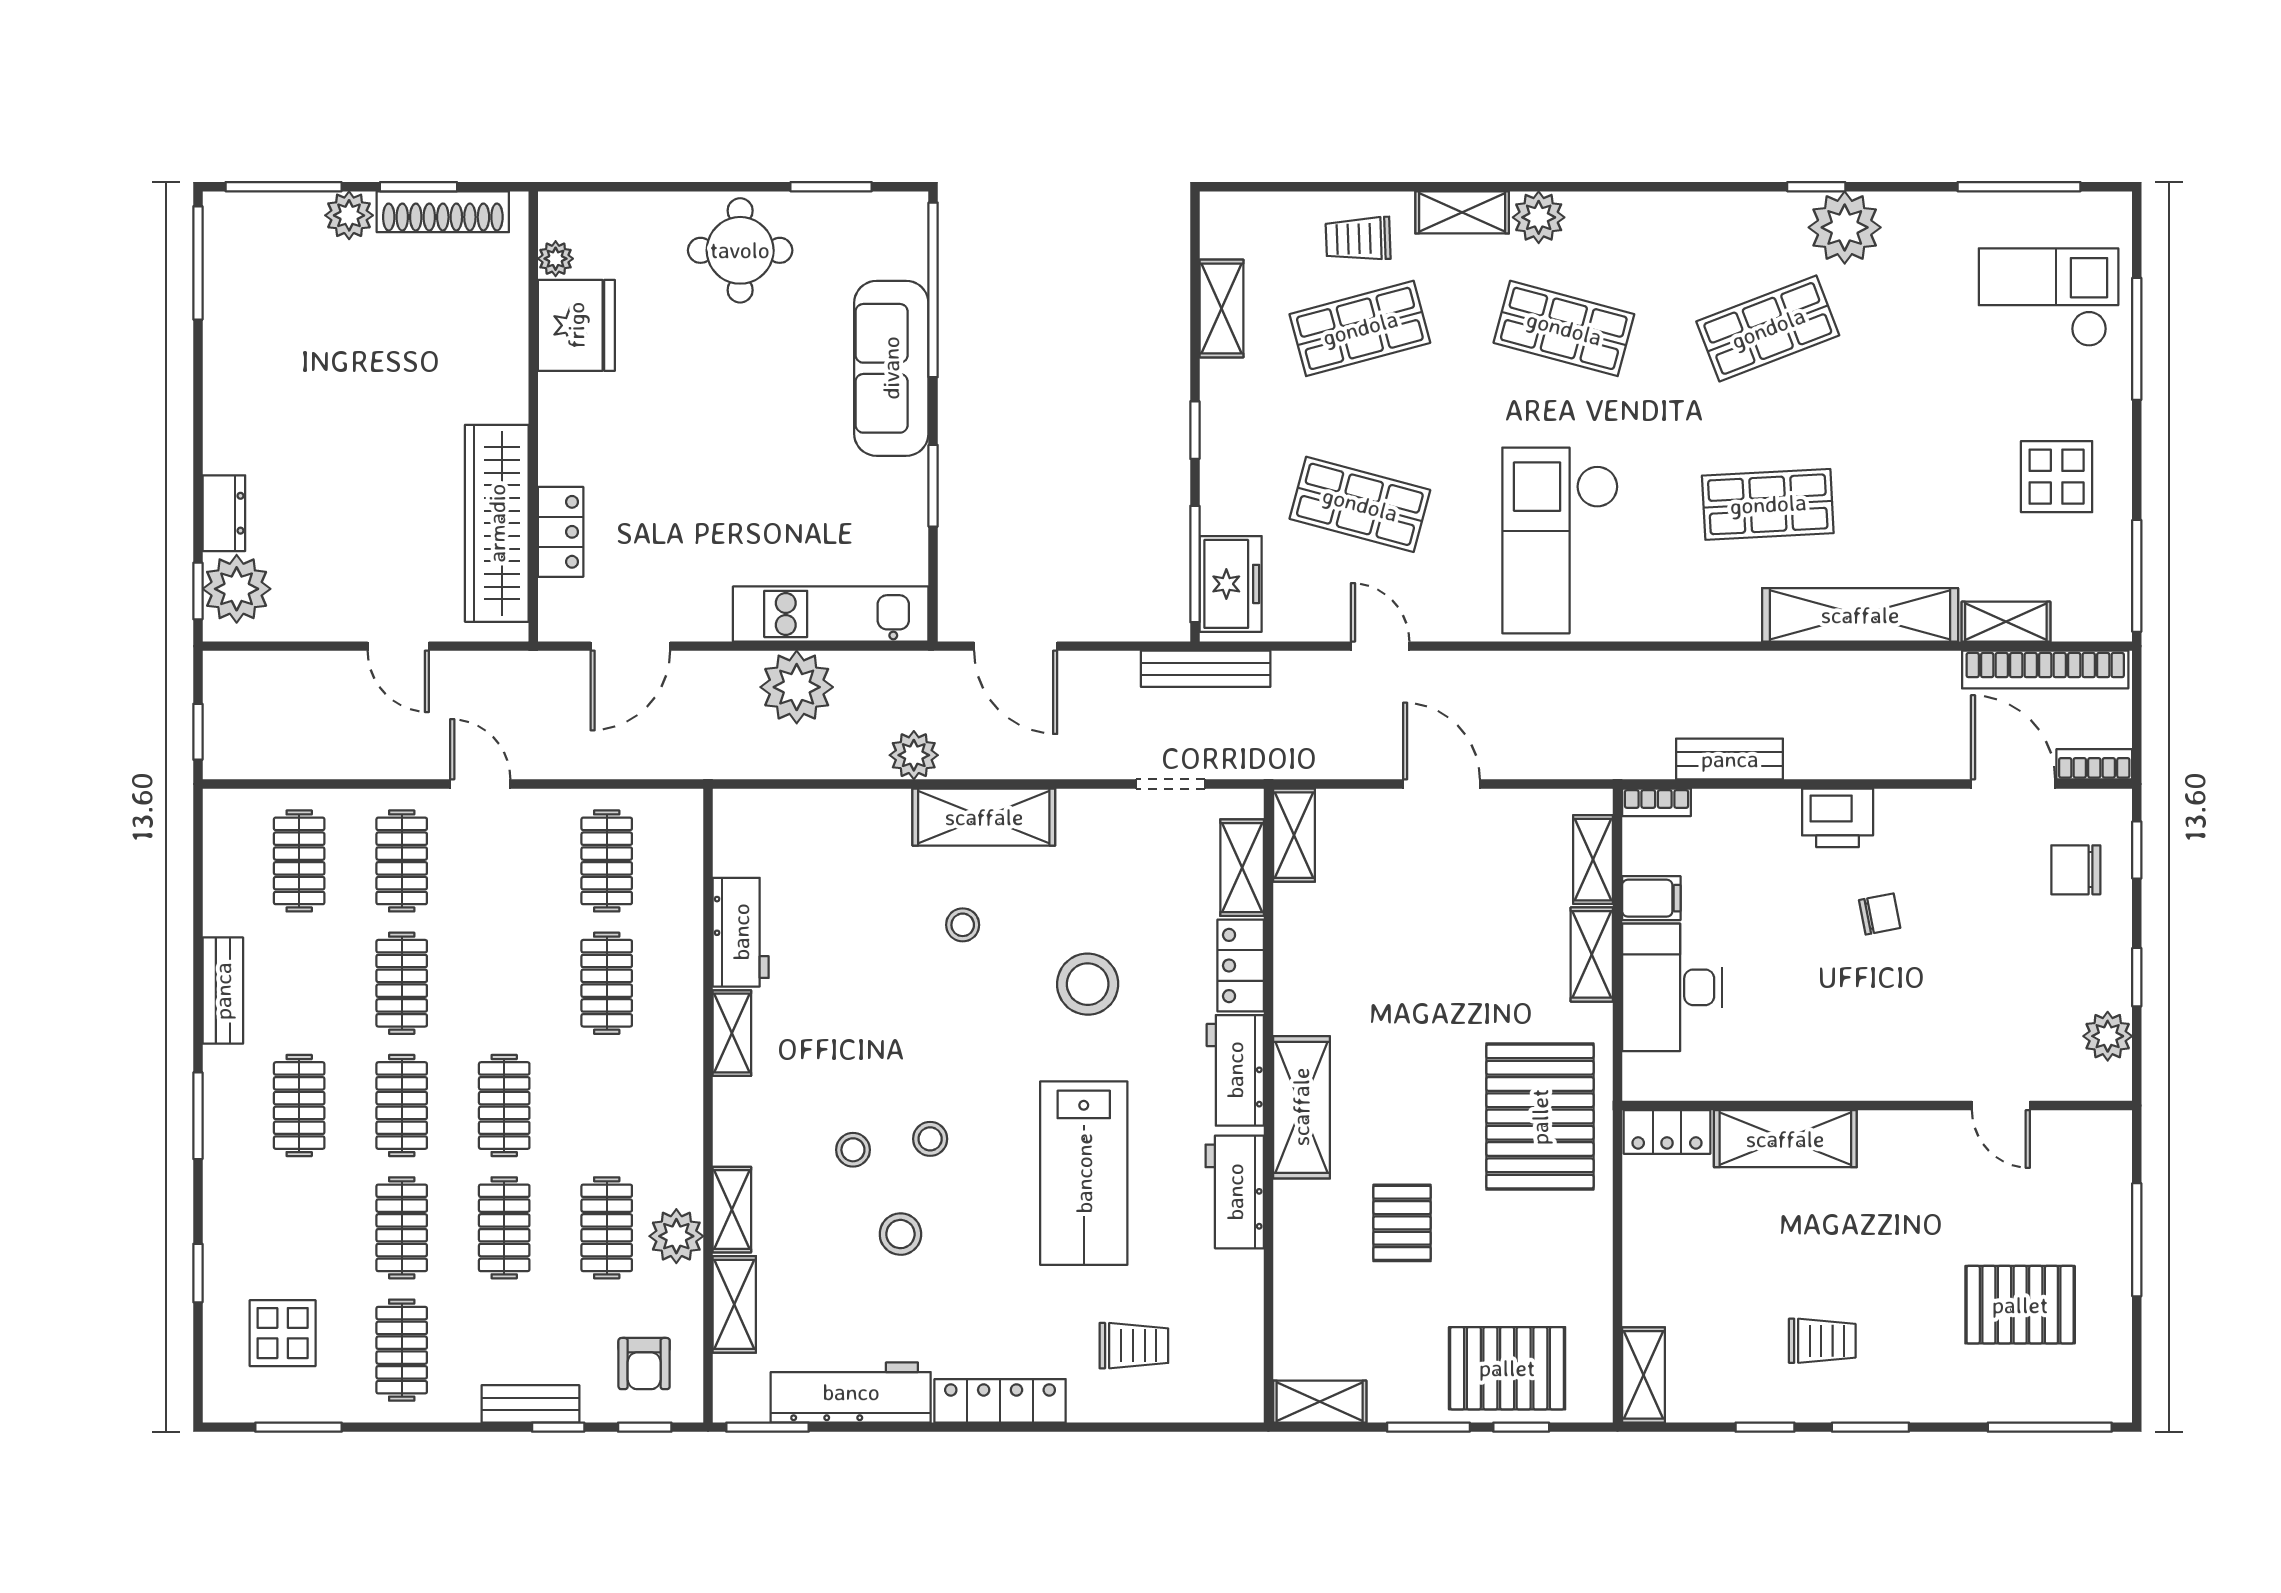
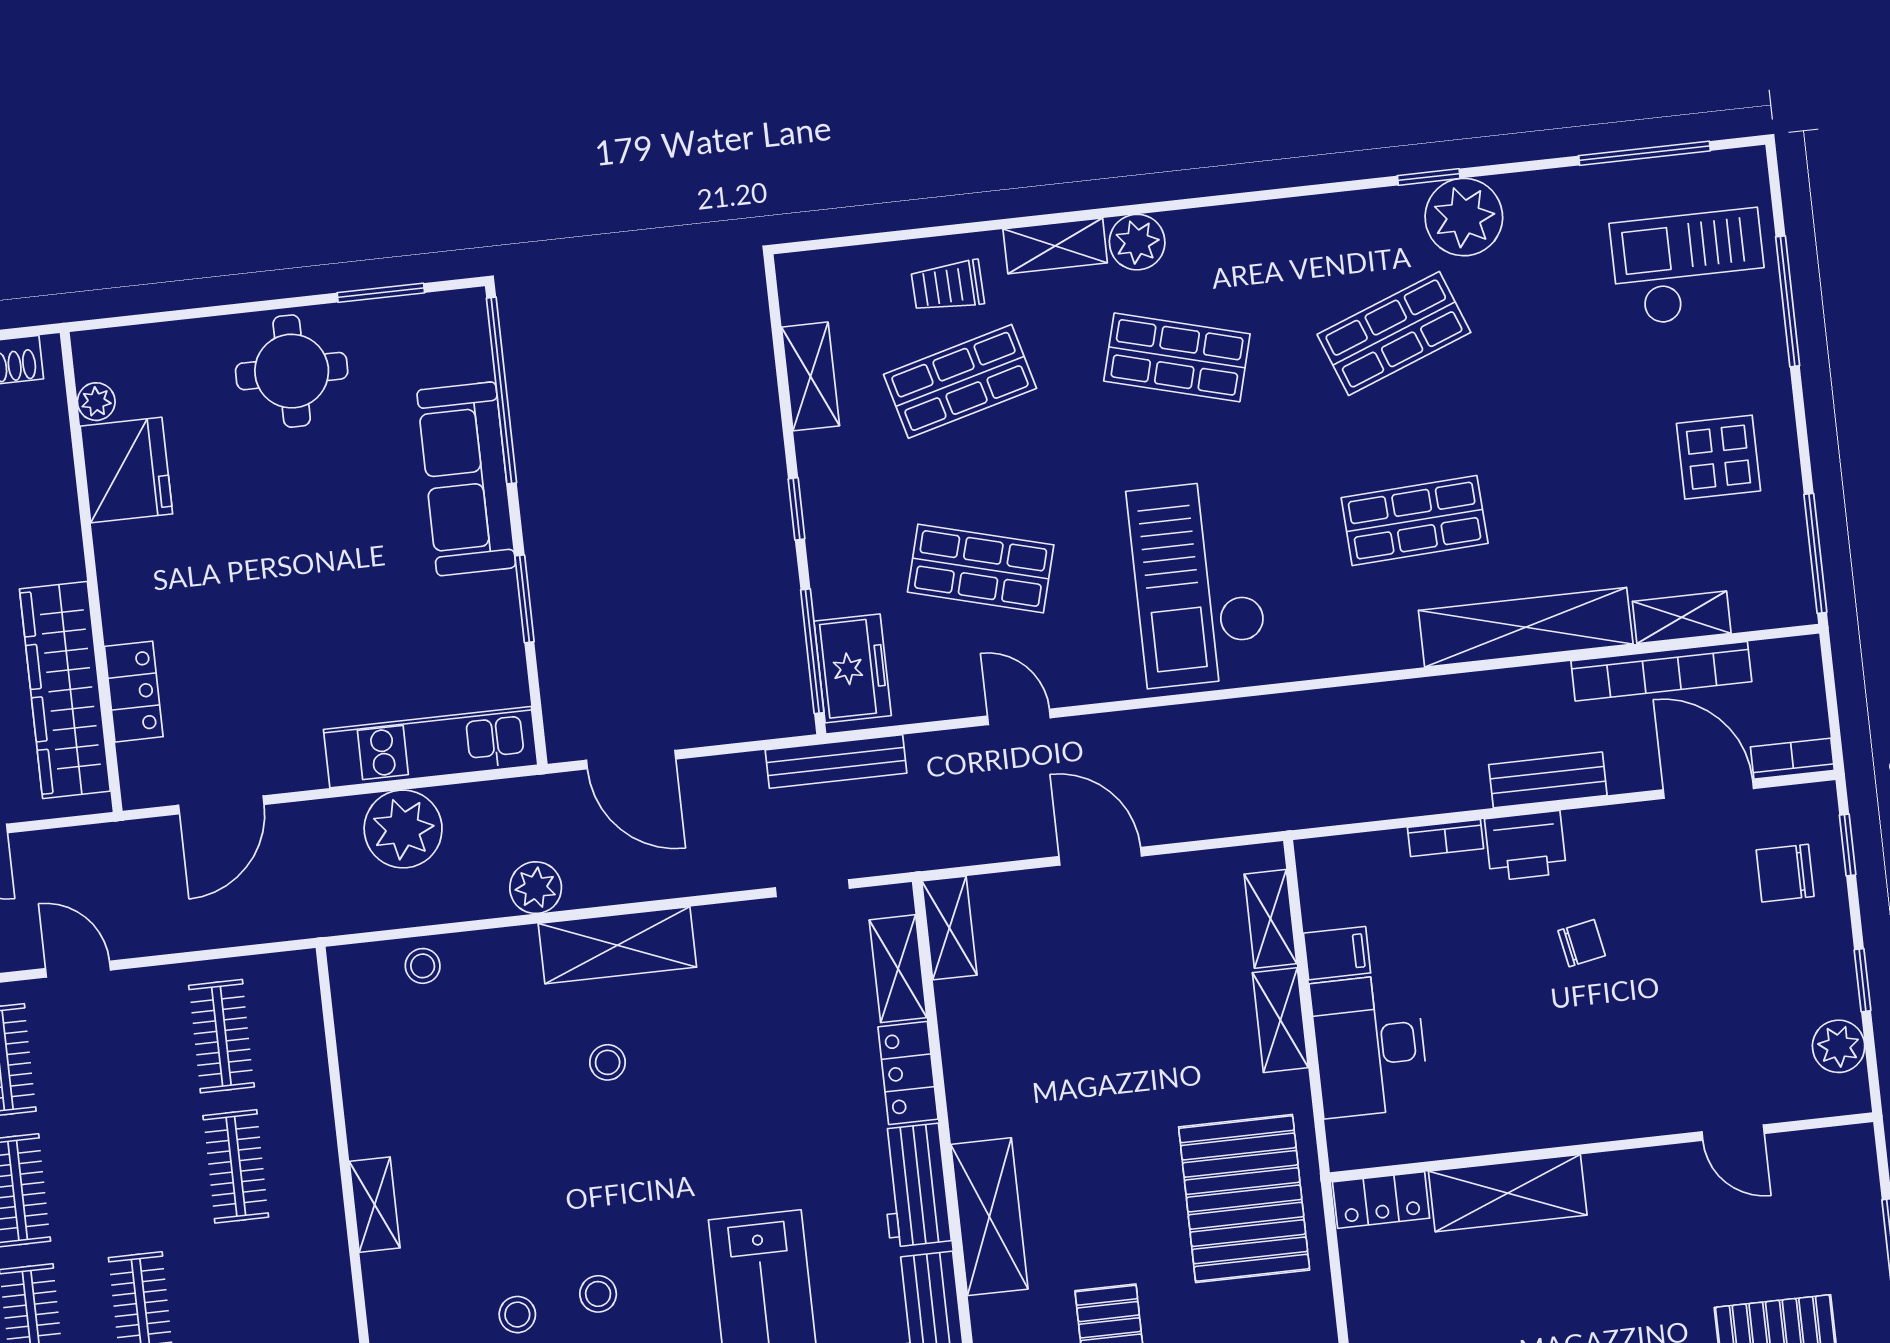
bookcase: (2045, 670) -> (1661, 671), moved
bench: (1730, 759) -> (1548, 780), moved
bookcase: (1657, 802) -> (1446, 838), moved
workbench: (741, 932) -> (372, 1096), removed
stool: (1088, 984) -> (423, 966), moved, width x0.53, depth x0.53

